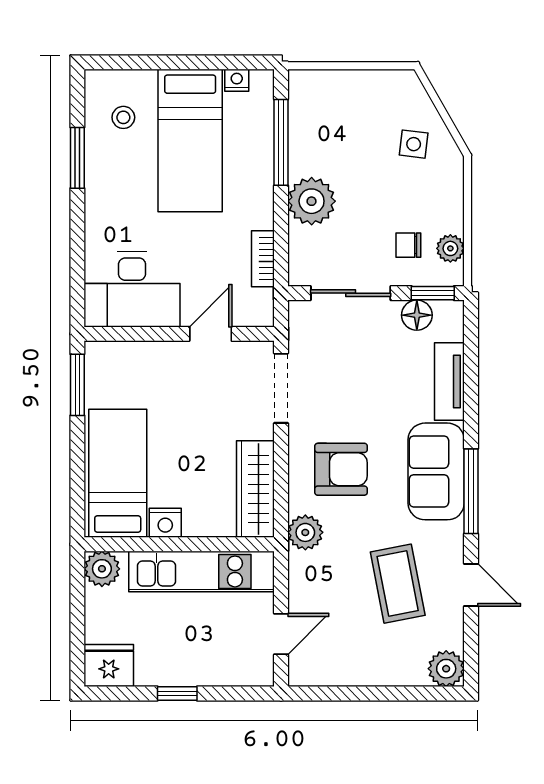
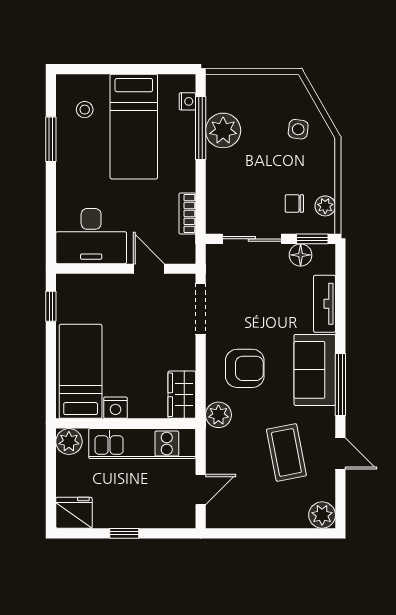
nightstand: (237, 80) -> (187, 101), moved, turned 90
plant: (312, 201) -> (223, 130), moved
door: (211, 334) -> (149, 269), hinge flipped
window: (77, 385) -> (51, 306), width x0.67
wardrobe: (255, 489) -> (182, 395), width x0.67

